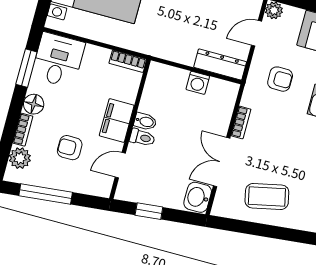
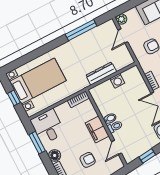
dresser: (220, 64) -> (101, 74), moved
armchair: (70, 148) -> (88, 160), turned 180

